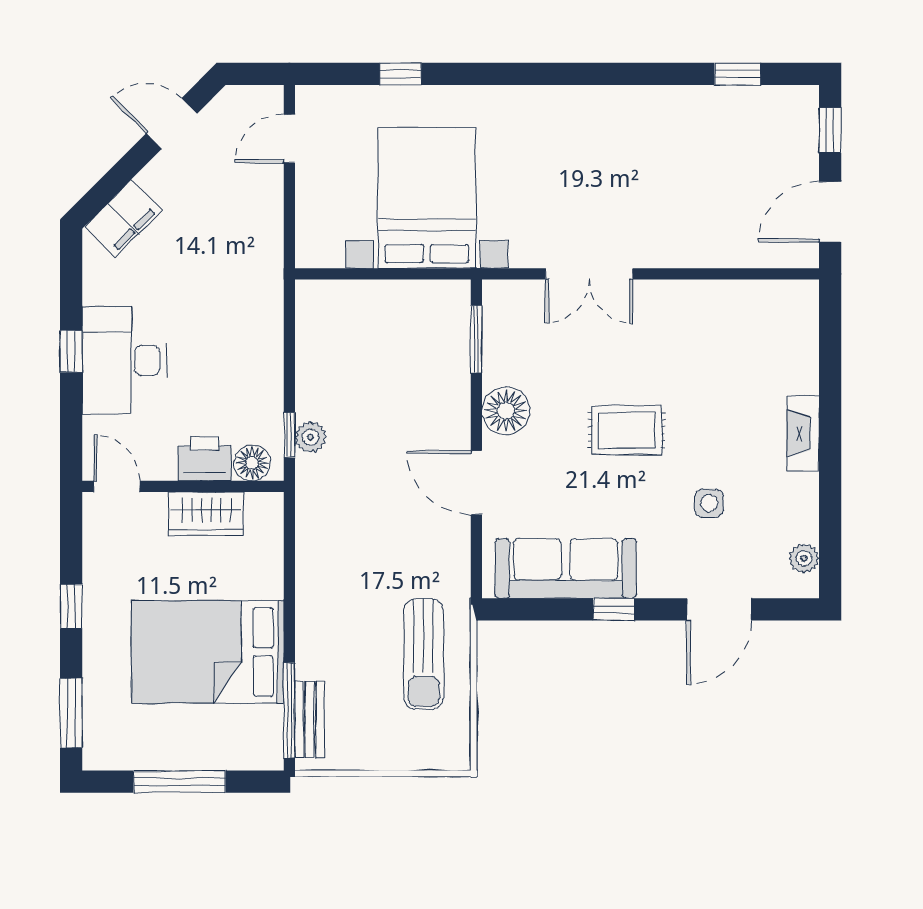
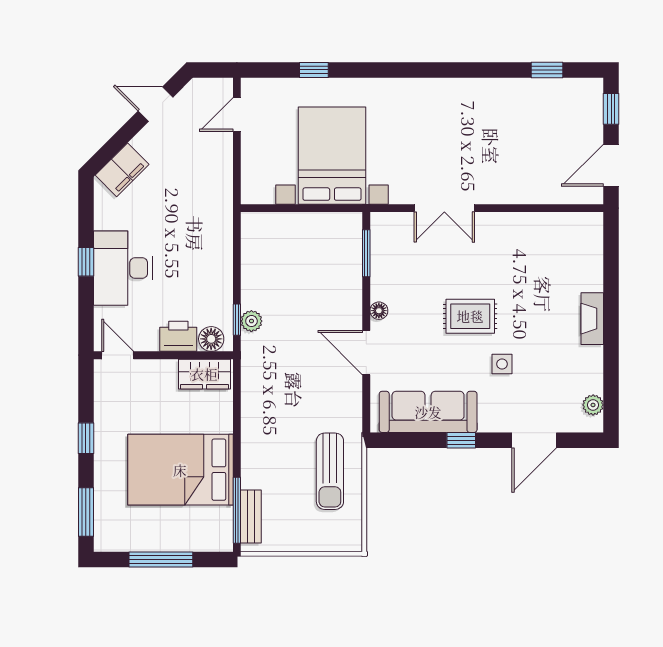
floor lamp: (506, 411) -> (379, 311), width x0.53, depth x0.53
side table: (709, 503) -> (502, 364), moved
wardrobe: (206, 514) -> (204, 374), moved

